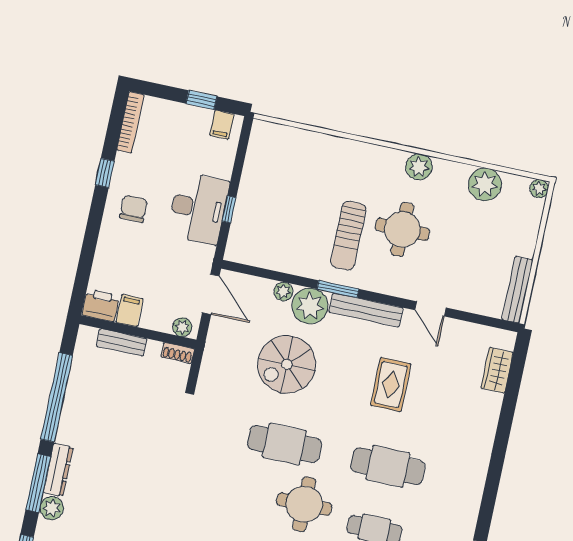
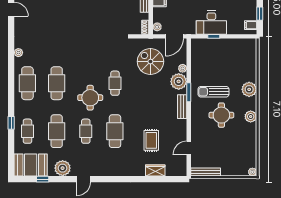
plant: (485, 184) -> (249, 89), moved
door: (430, 309) -> (189, 148), moved
bench: (366, 310) -> (182, 107), width x0.73
spiral stairs: (287, 364) -> (150, 62), moved
wardrobe: (497, 370) -> (155, 170), moved
rug: (391, 385) -> (151, 140), moved, turned 90
cafe table: (284, 444) -> (115, 83), width x0.73, depth x0.74

